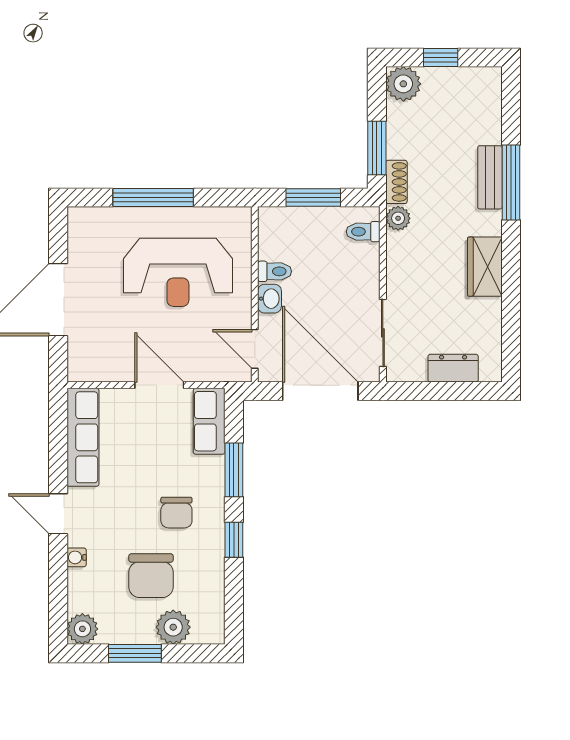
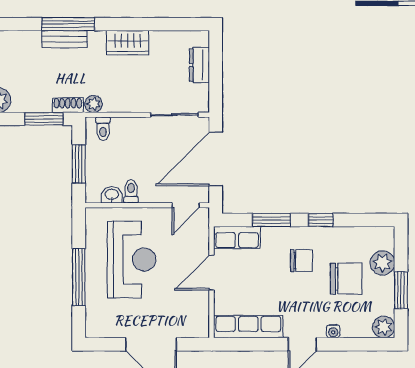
washbasin: (270, 299) -> (112, 195), moved

